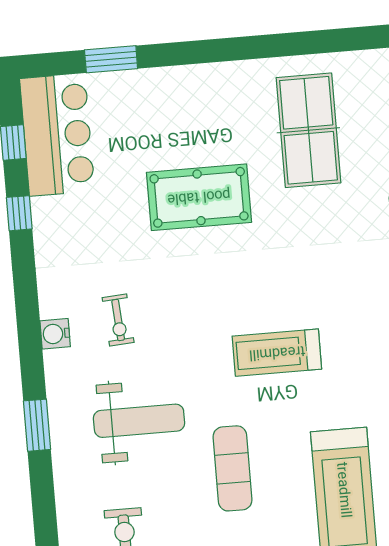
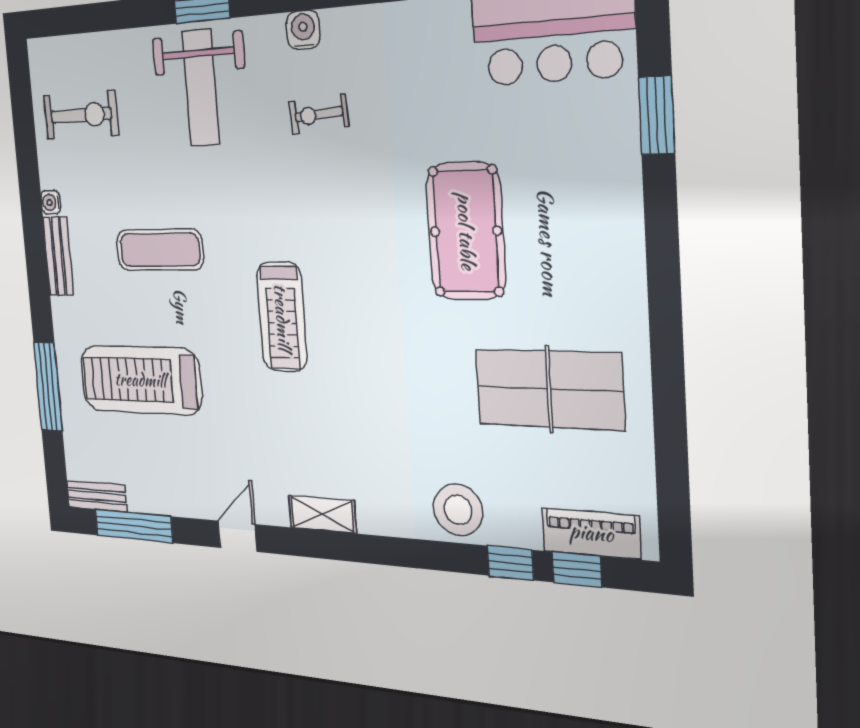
treadmill: (277, 353) -> (282, 317), turned 180
weight bench: (139, 421) -> (201, 88), moved

